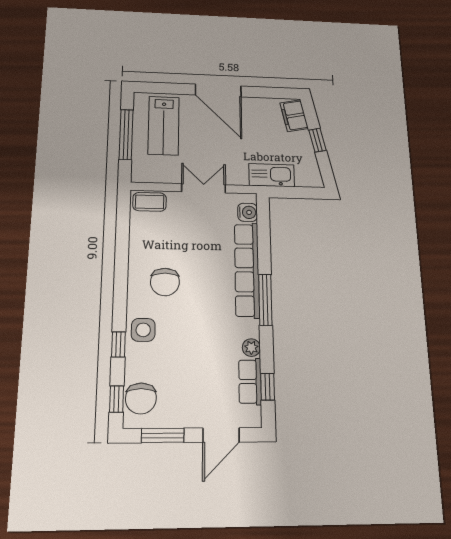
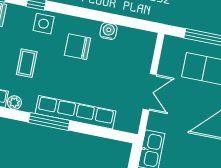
coffee table: (150, 202) -> (27, 63), moved
water cooler: (248, 212) -> (109, 31), moved, turned 180

